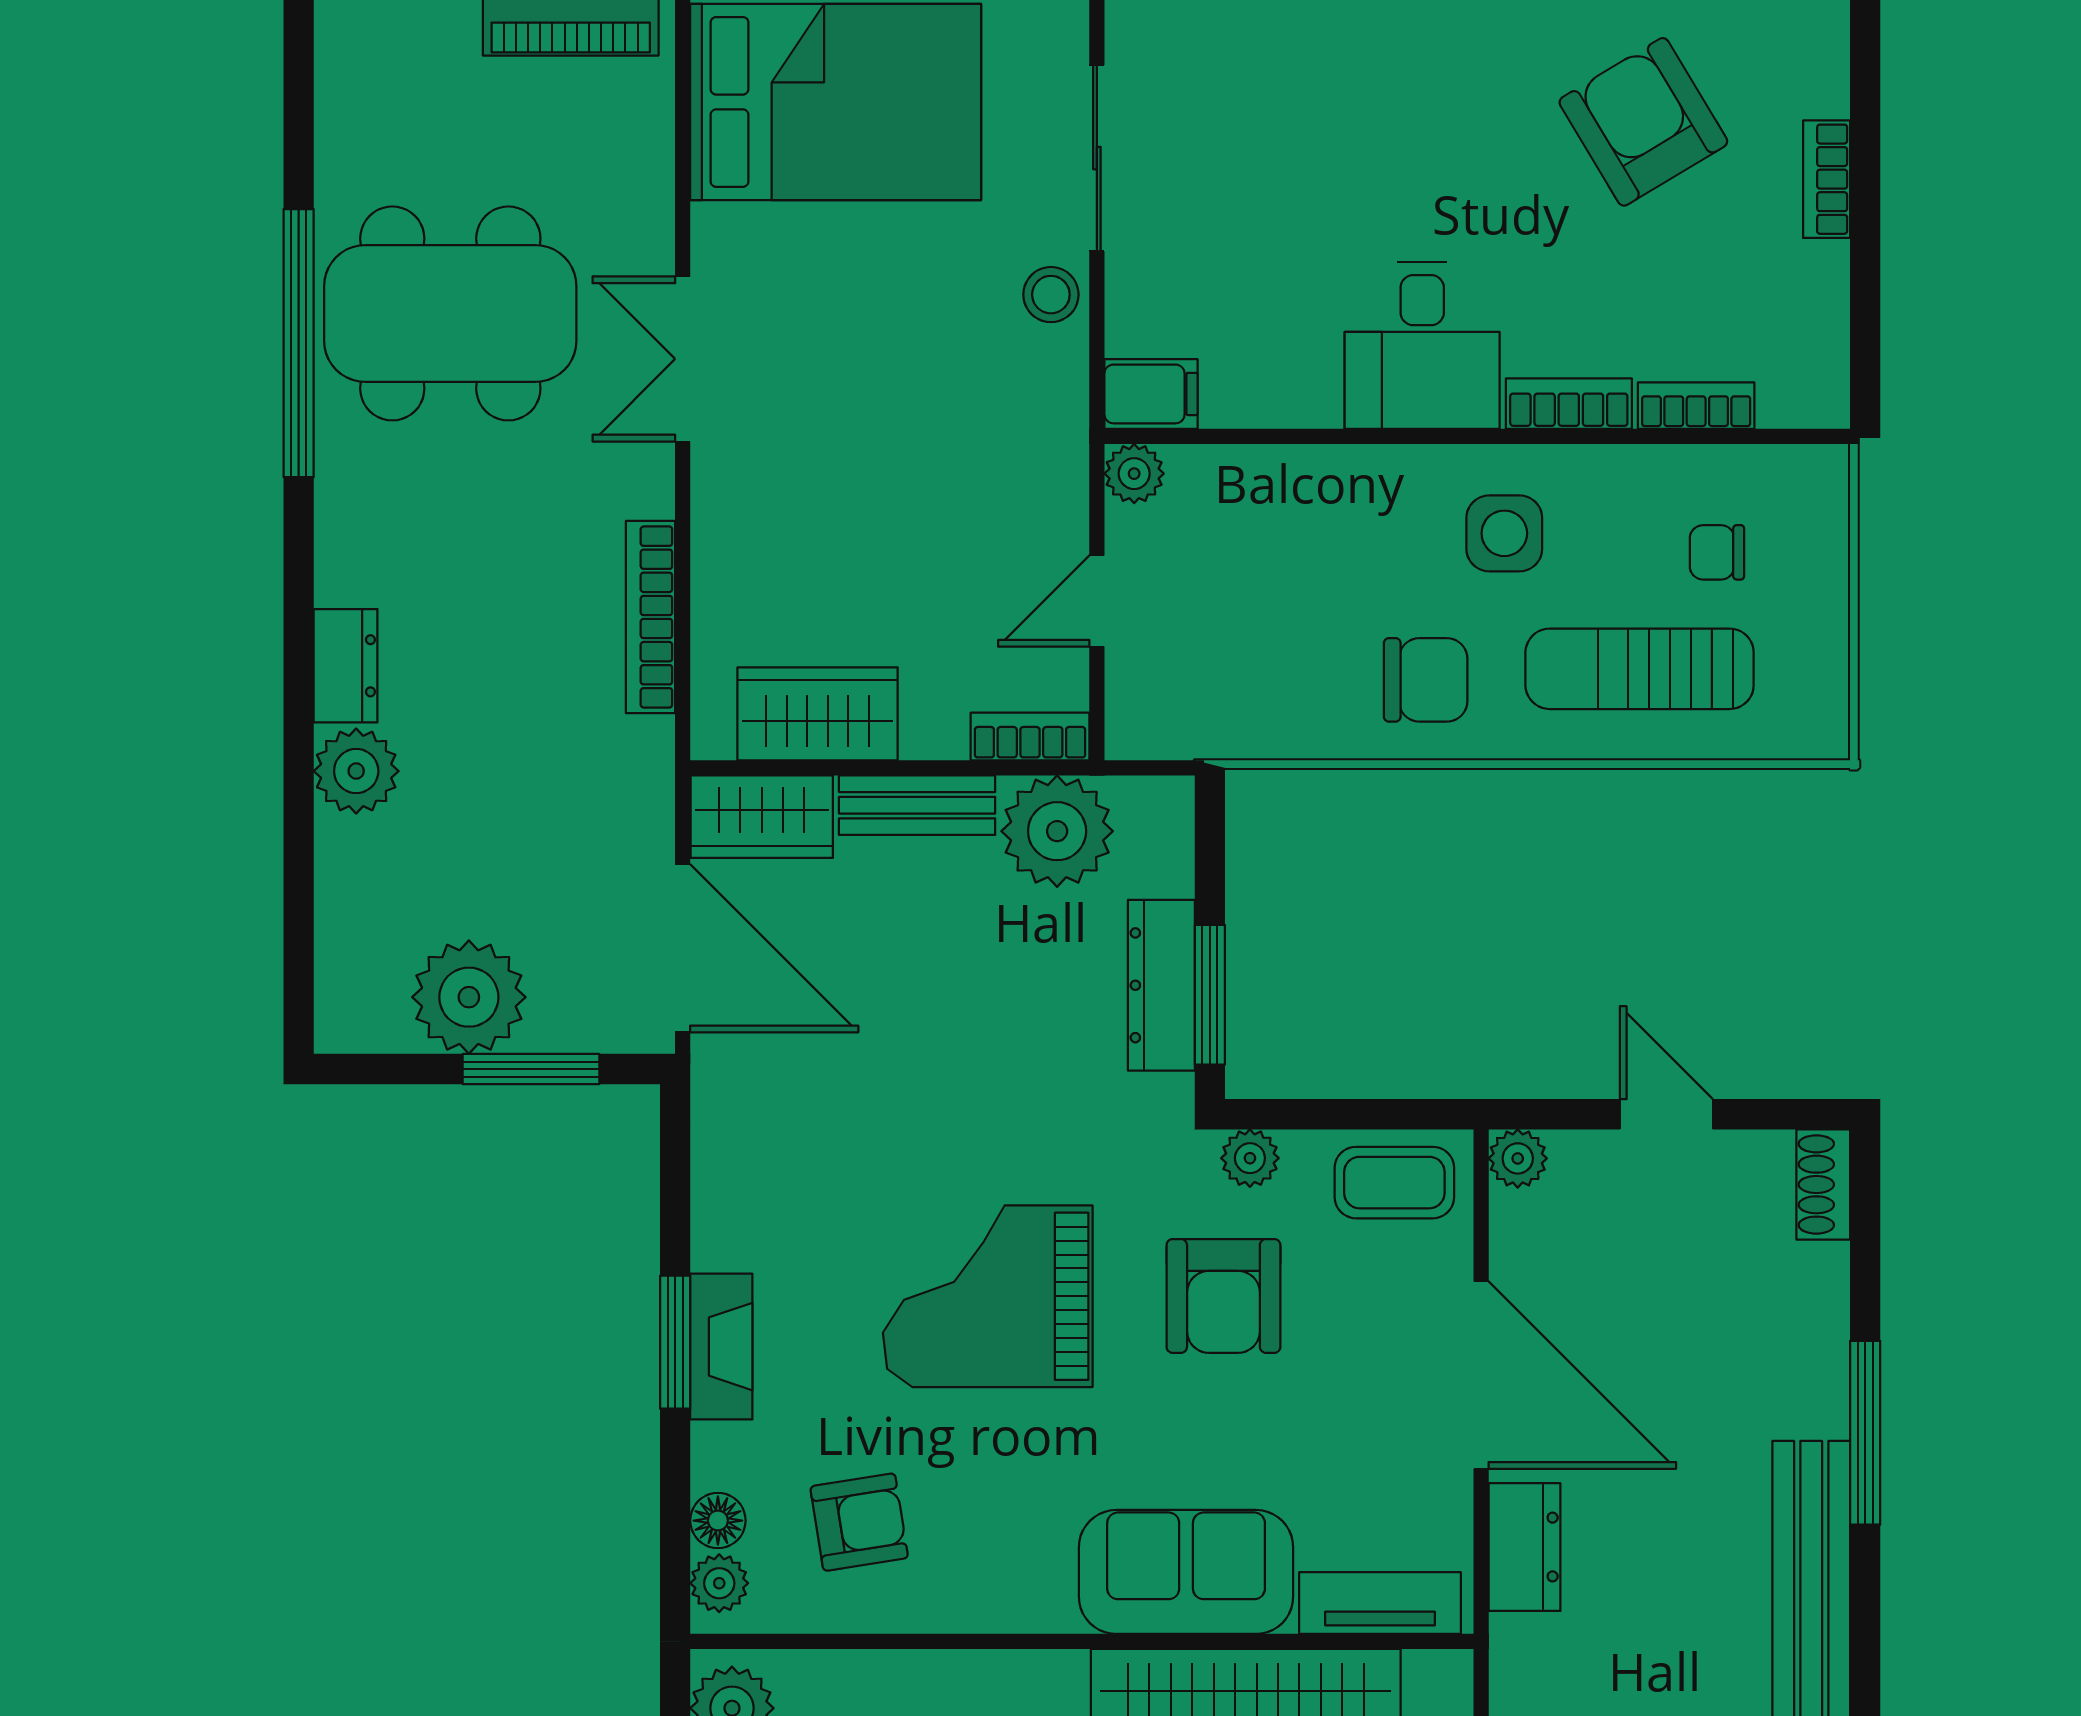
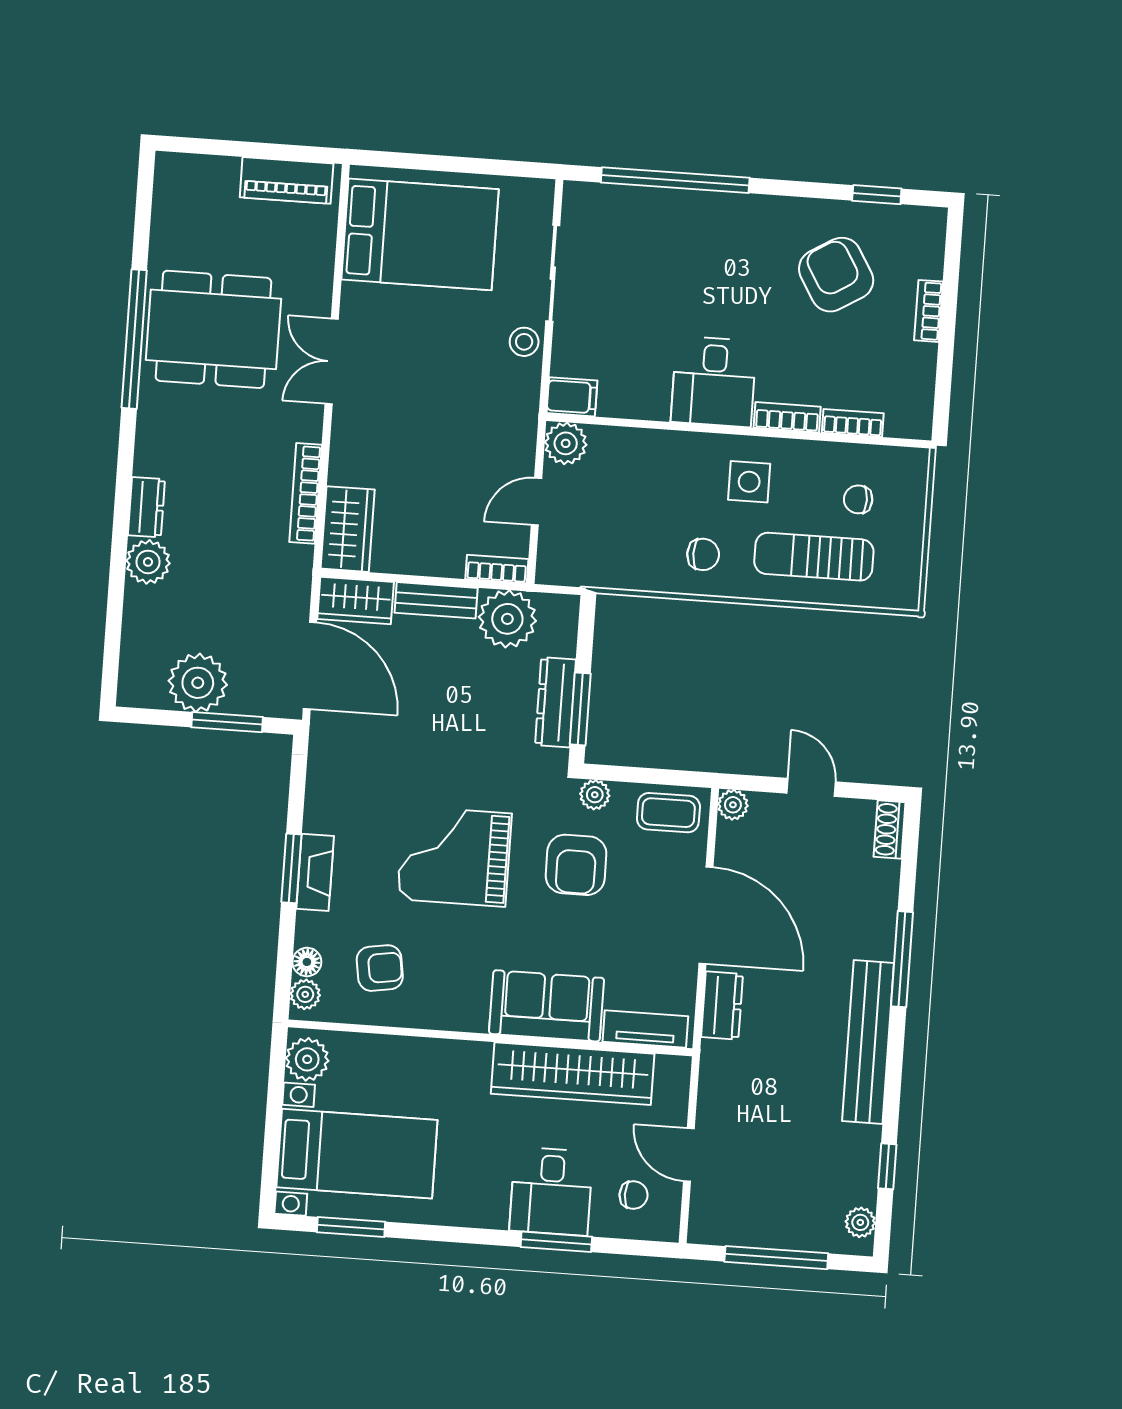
plant: (1134, 474) -> (566, 443), width x1.38, depth x1.38
chair: (1426, 680) -> (703, 554), width x0.73, depth x0.73
wardrobe: (818, 714) -> (348, 529), moved, turned 90

